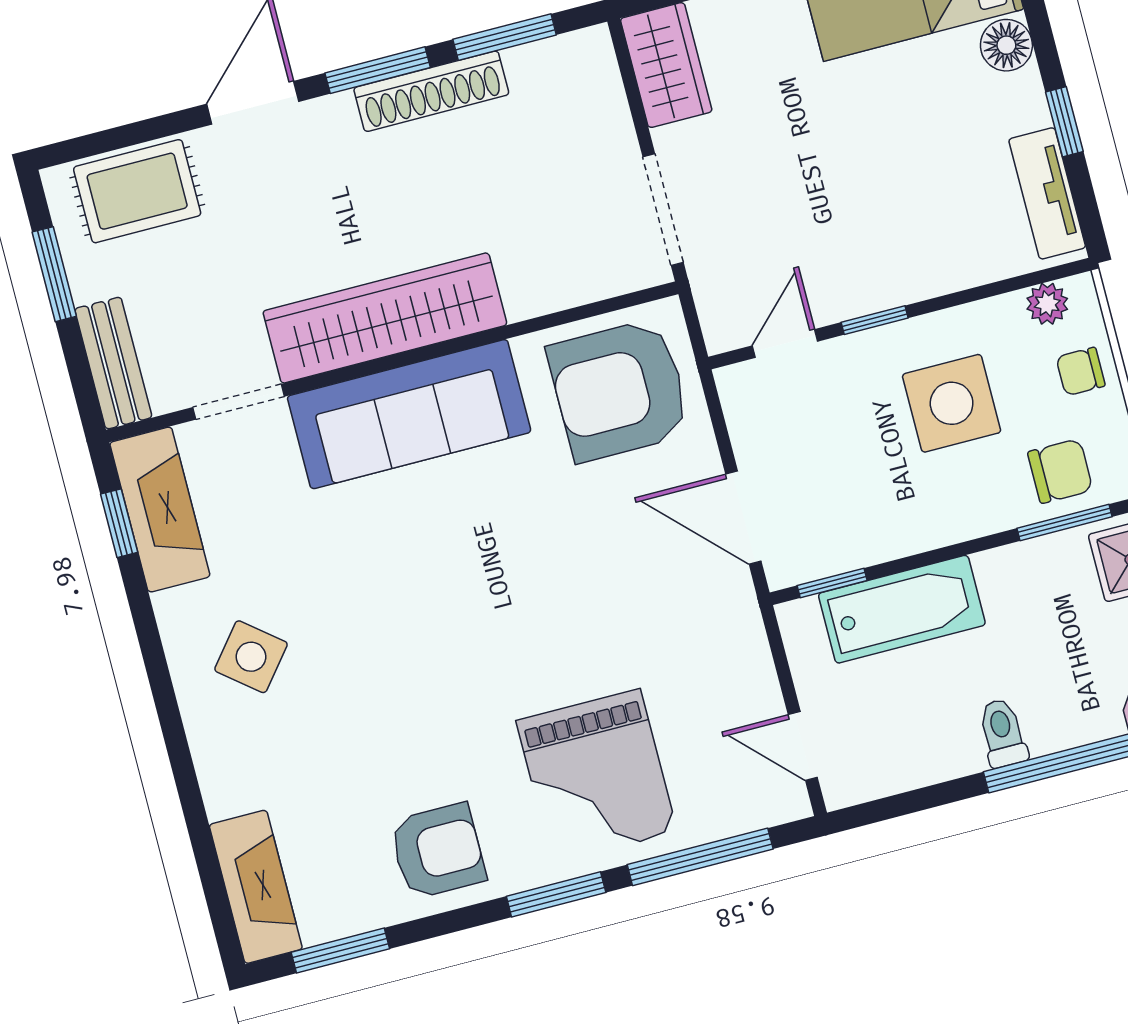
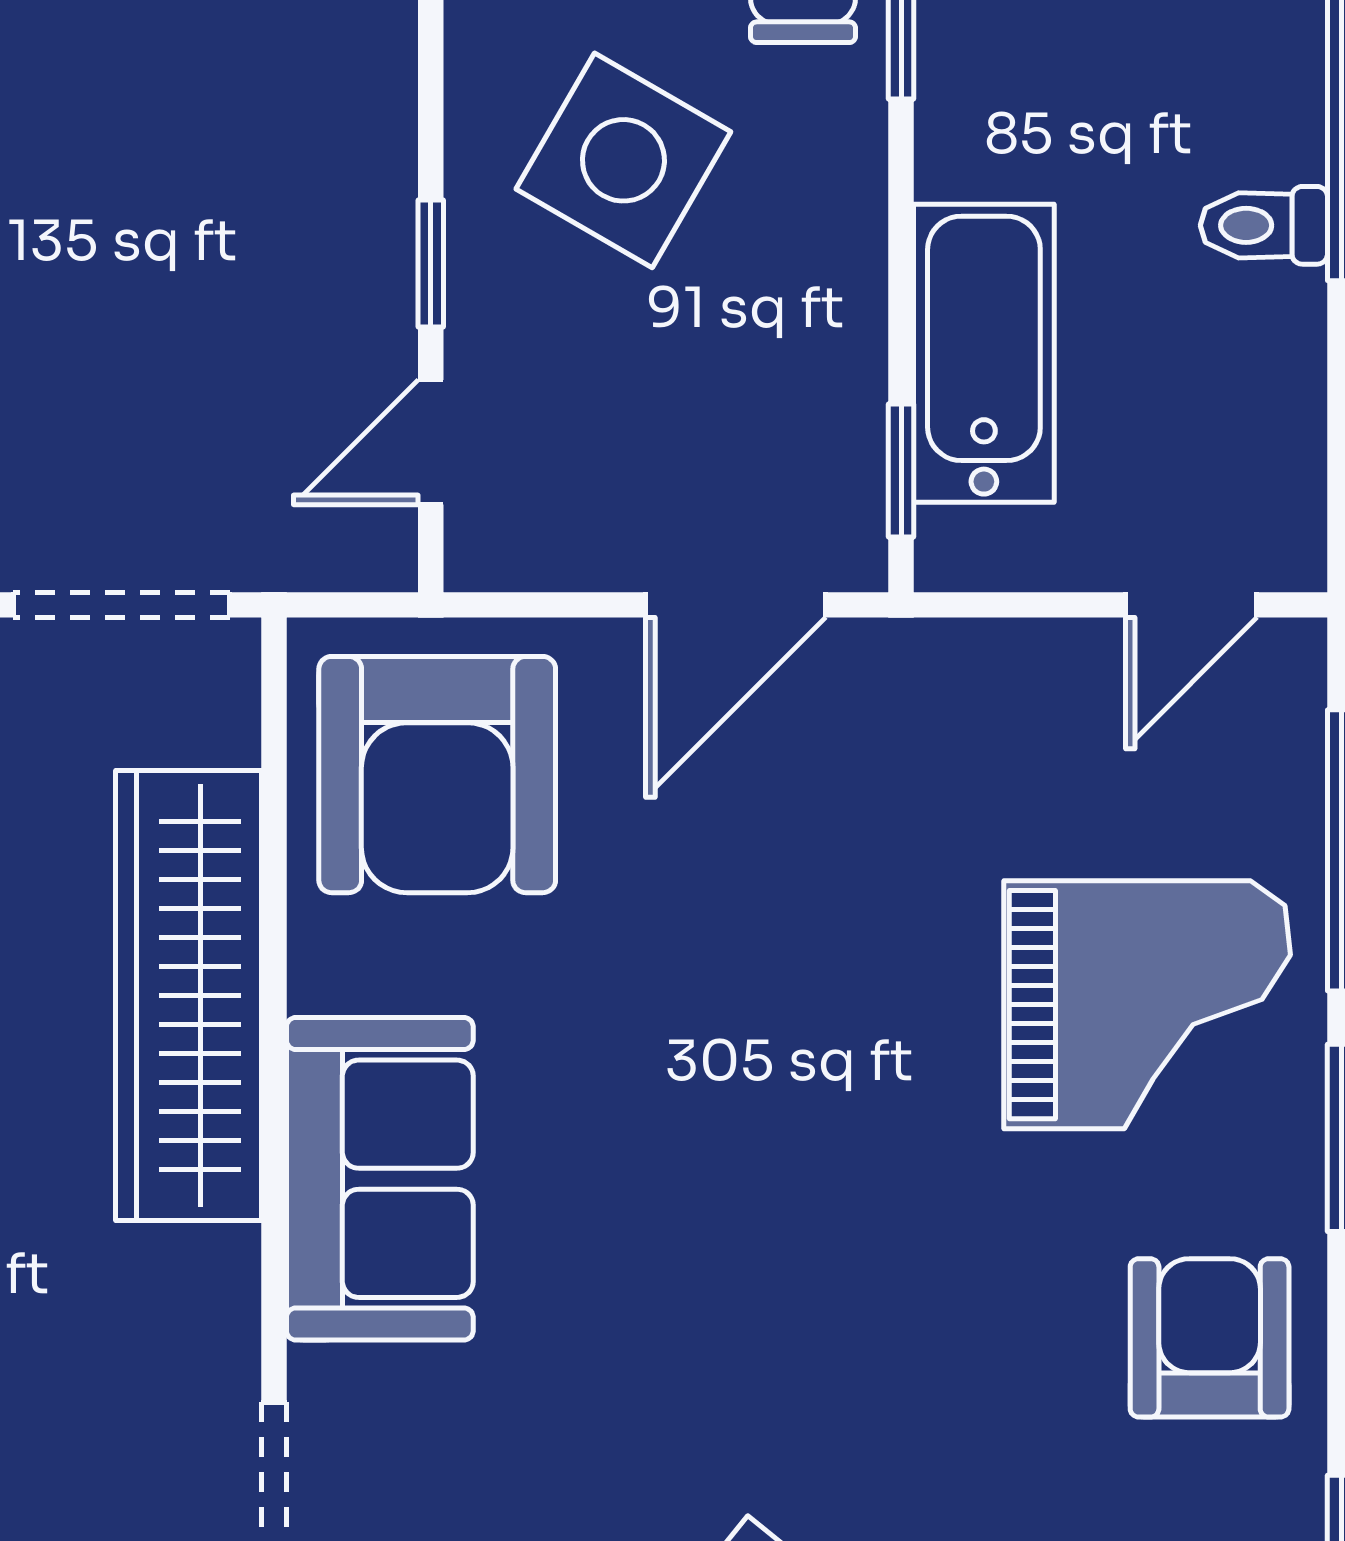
wardrobe: (385, 318) -> (189, 995), moved
door: (785, 343) -> (431, 442), hinge flipped
side table: (952, 403) -> (623, 160), turned 30
sofa: (409, 414) -> (380, 1179), width x0.73

